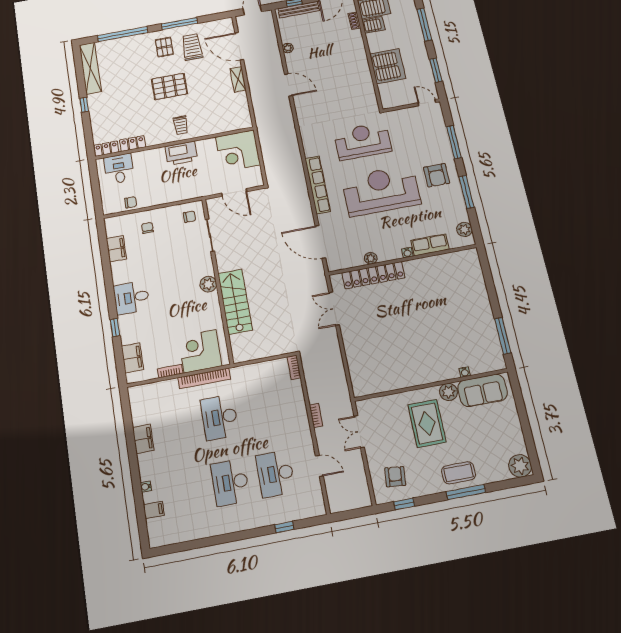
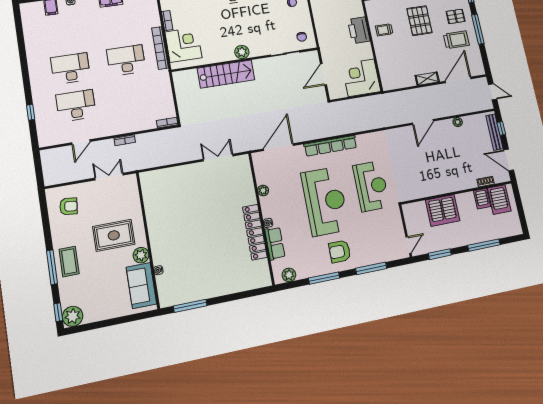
locker: (373, 275) -> (255, 232), moved
window: (404, 504) -> (58, 312), moved

